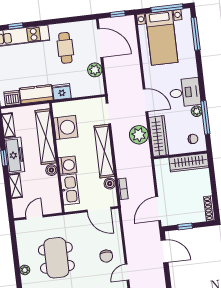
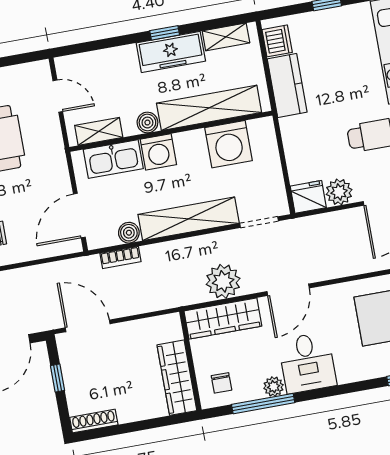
fridge: (62, 92) -> (308, 197), moved, turned -90
shelving: (15, 186) -> (99, 131), moved

